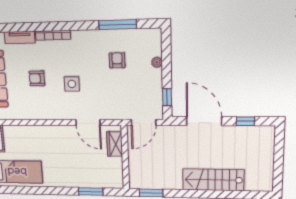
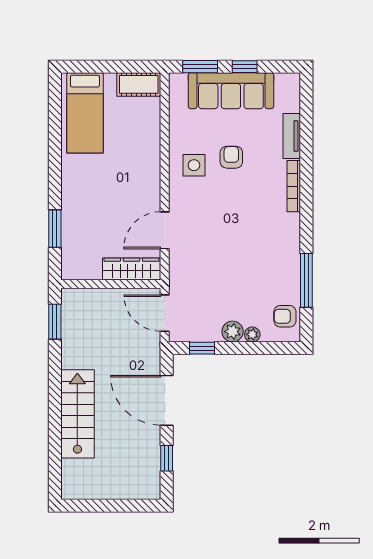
armchair: (117, 60) -> (285, 316), moved, turned 180
plant: (155, 76) -> (233, 332), added
side table: (72, 84) -> (194, 165), moved
door: (204, 121) -> (167, 400), swing flipped
wardrobe: (115, 144) -> (131, 269), width x1.50

